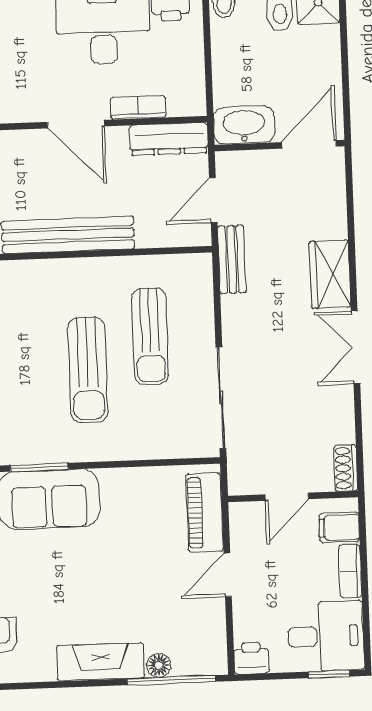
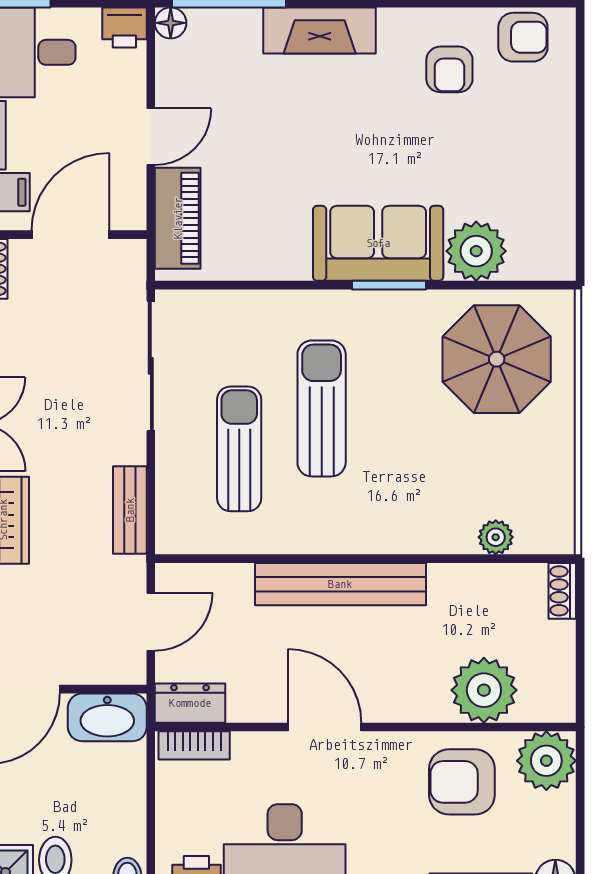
bookcase: (138, 107) -> (194, 745), moved
dresser: (169, 139) -> (190, 703), width x0.70
bench: (232, 259) -> (130, 510), moved
door: (287, 497) -> (71, 235), width x1.38
floor lamp: (159, 665) -> (171, 23), moved

